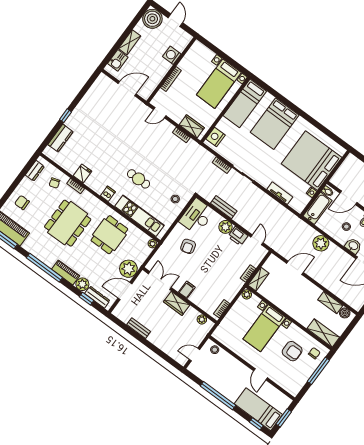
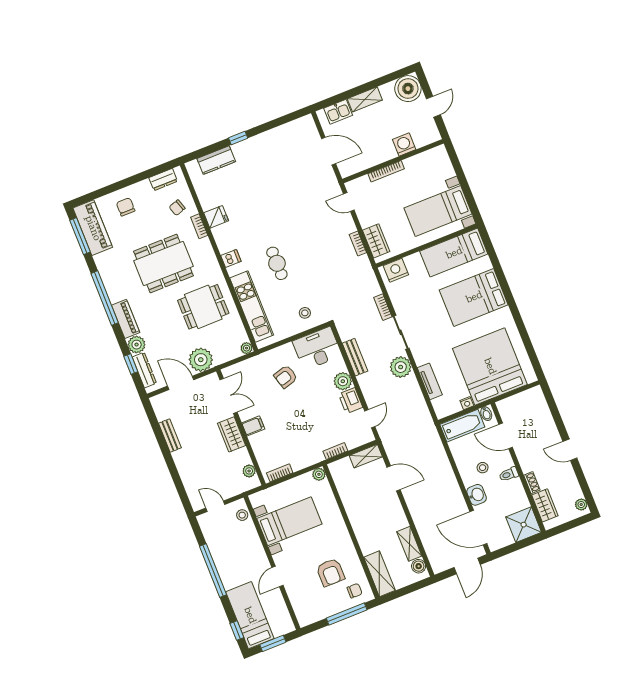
plant: (321, 243) -> (401, 367), moved
shelving: (258, 279) -> (366, 456), moved
bed with nightstands: (264, 328) -> (289, 521), moved, turned 180

